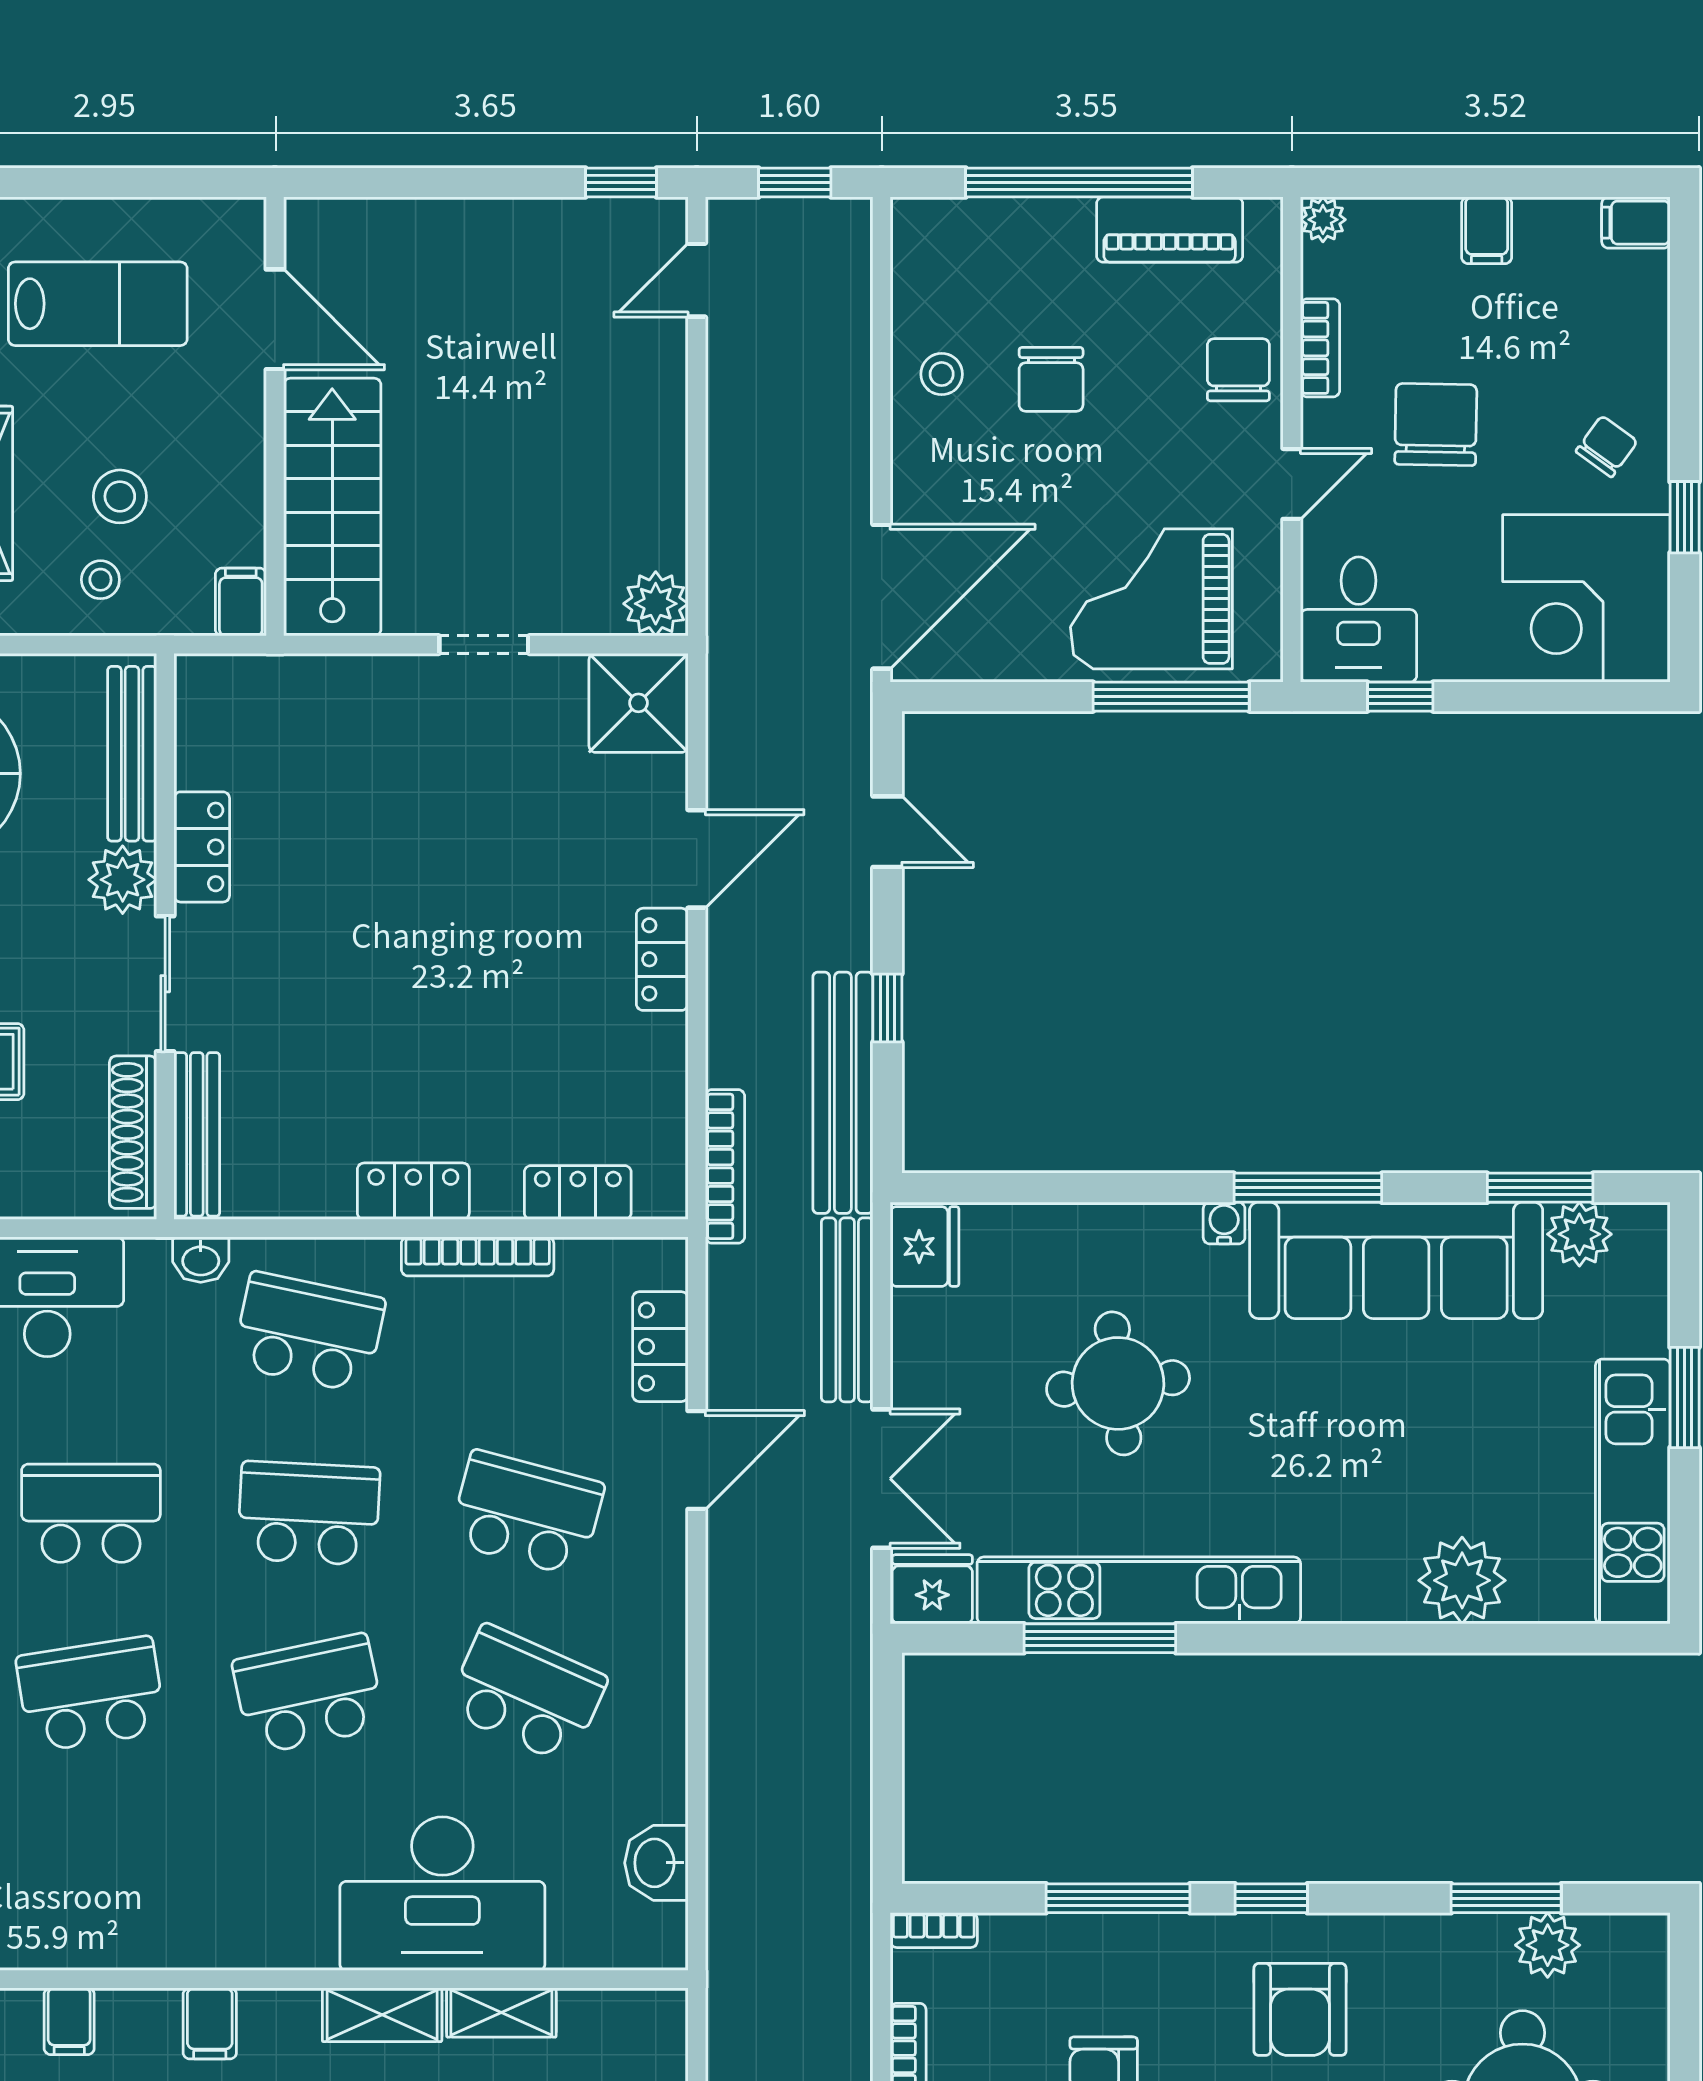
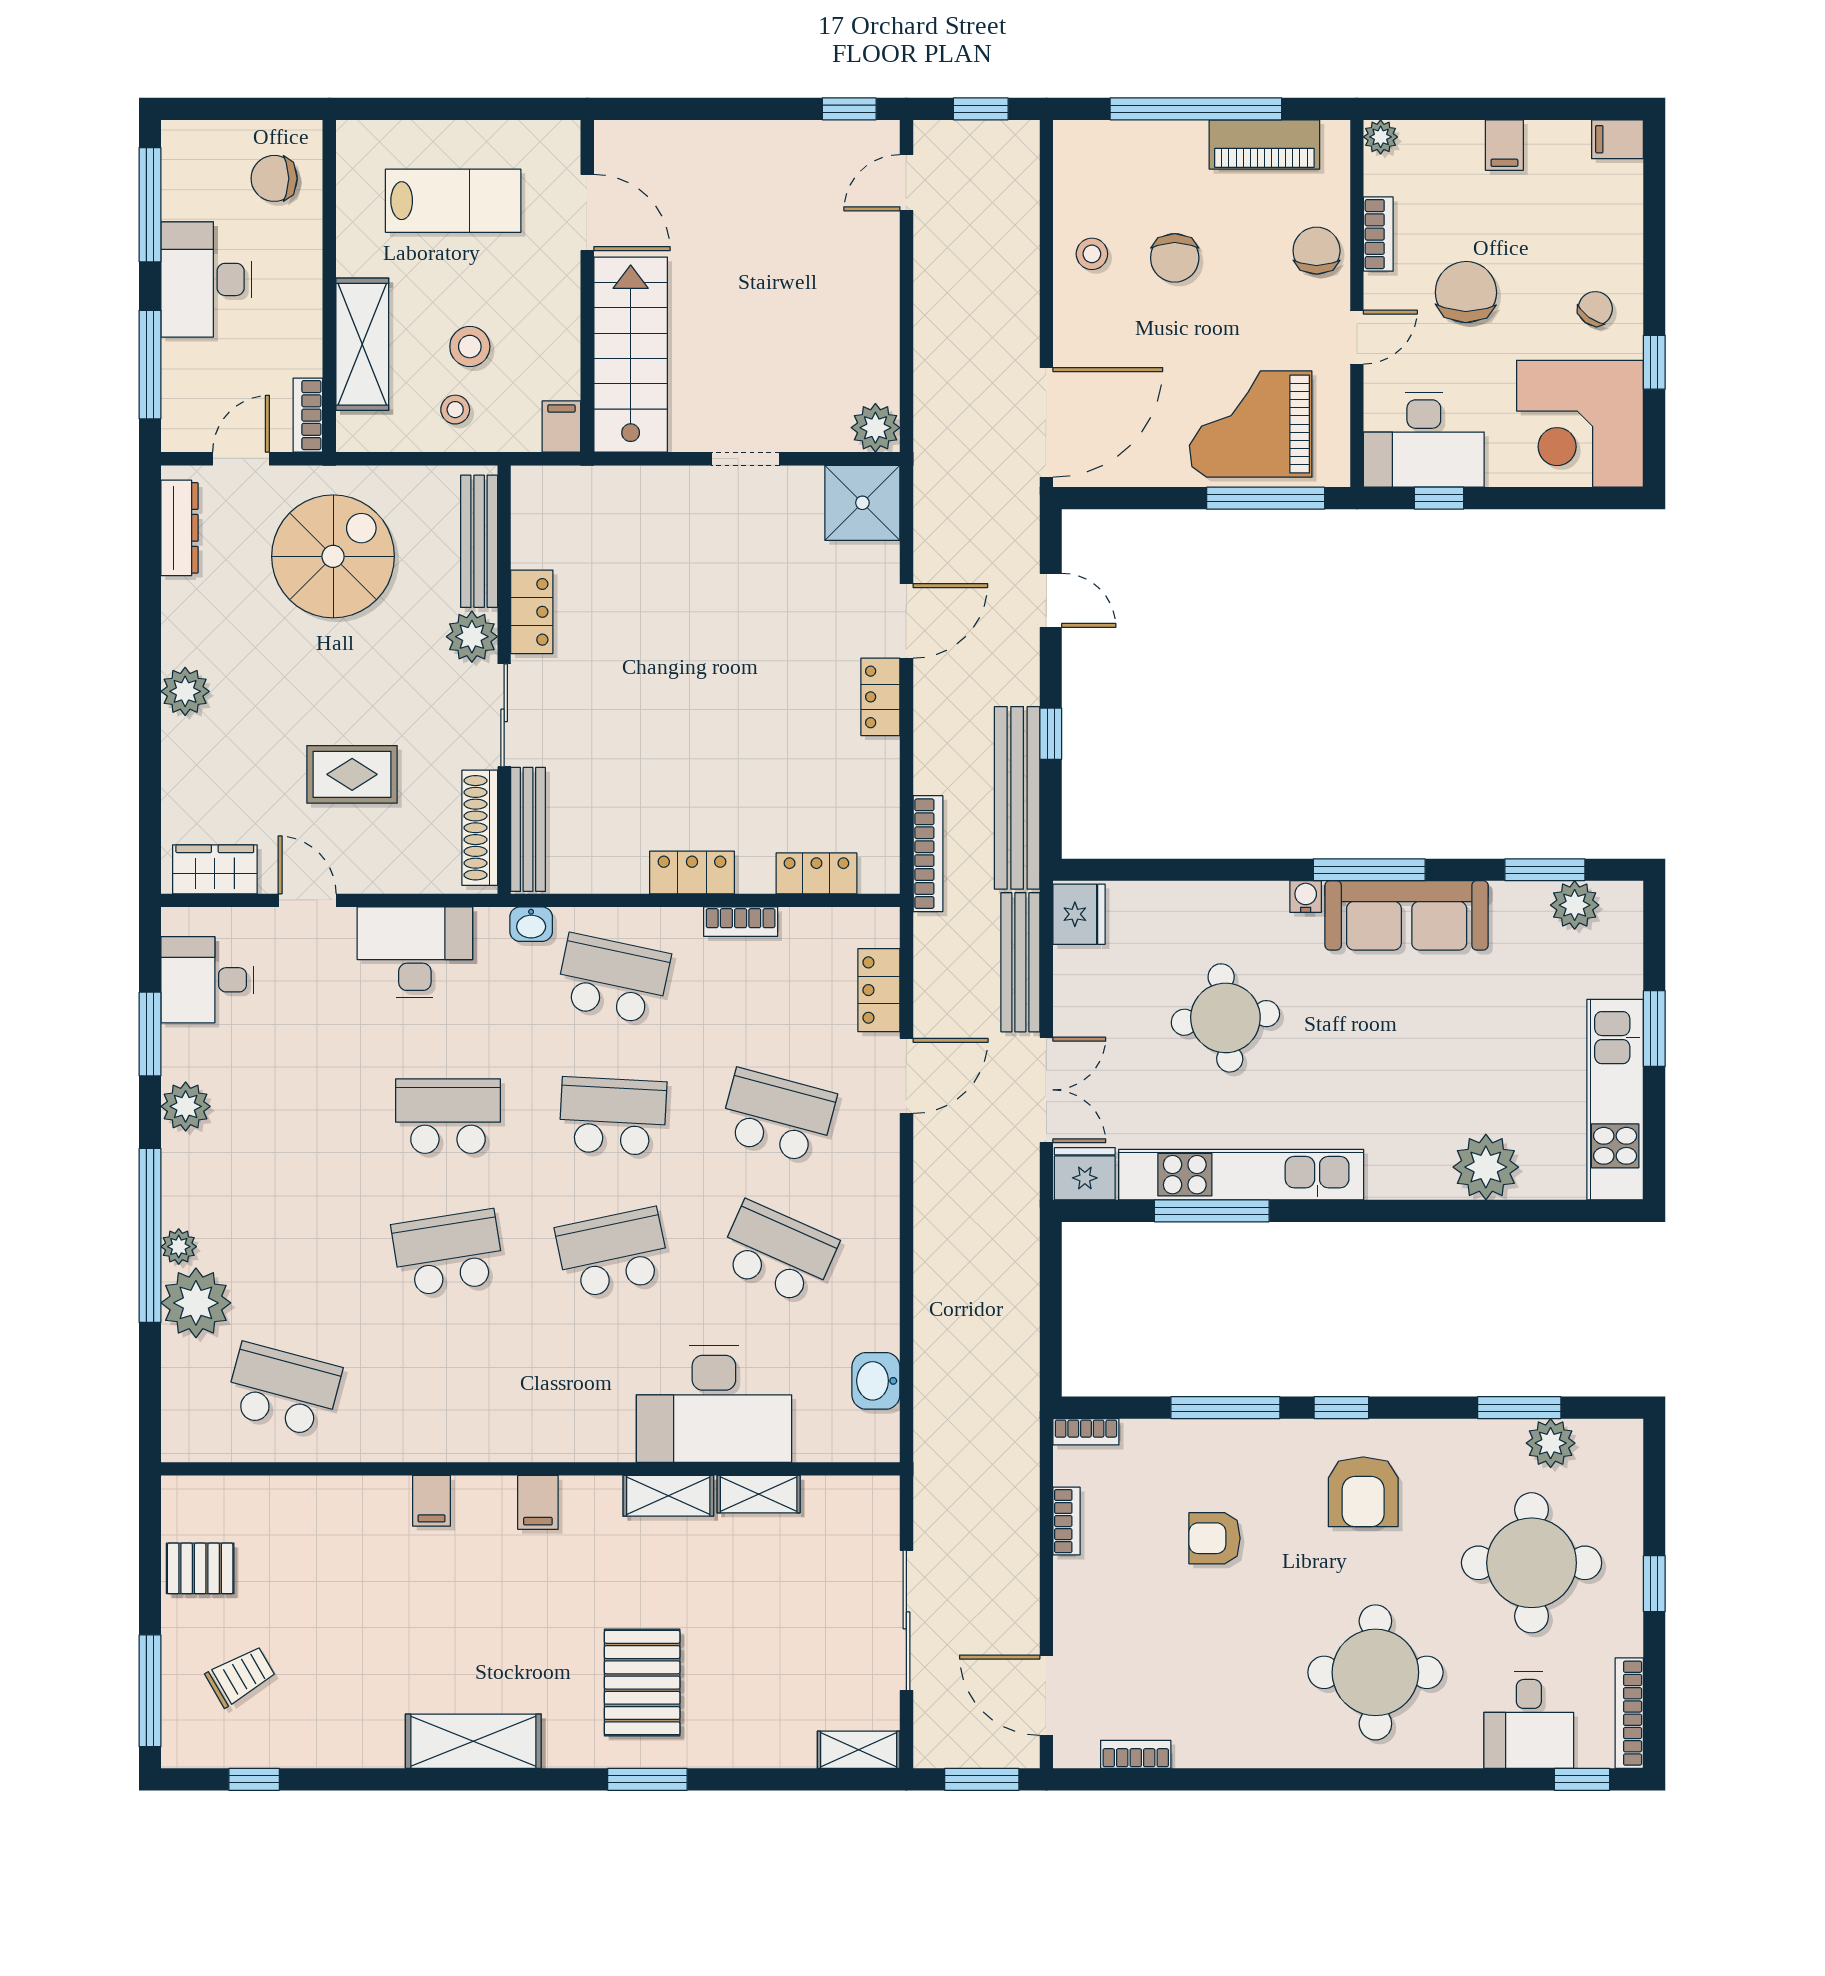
desk: (1359, 620) -> (1424, 440), width x1.37
bookcase: (478, 1256) -> (741, 922), width x0.64
sofa: (1396, 1260) -> (1407, 915), width x0.74, depth x0.79

